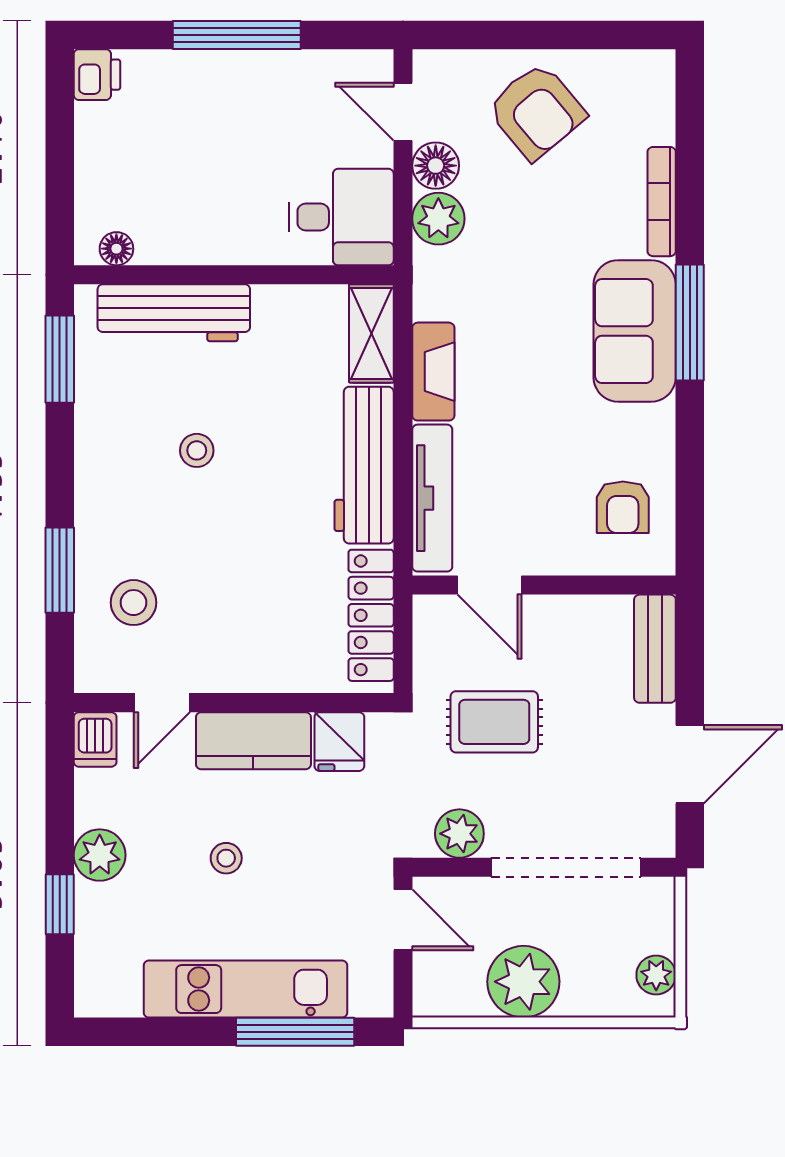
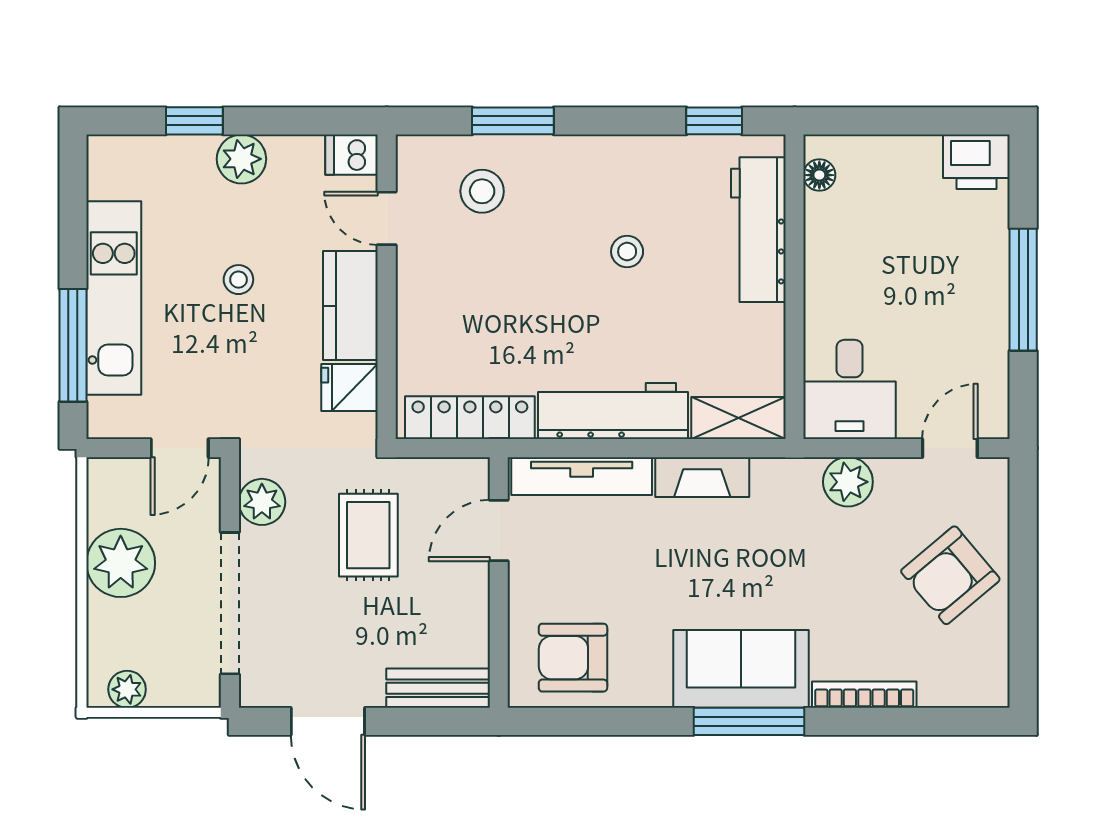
printer: (97, 75) -> (976, 162), width x1.36, depth x1.24
floor lamp: (436, 166) -> (899, 479), removed
window: (60, 359) -> (714, 121), width x0.67
armchair: (623, 507) -> (573, 658), width x1.38, depth x1.38

